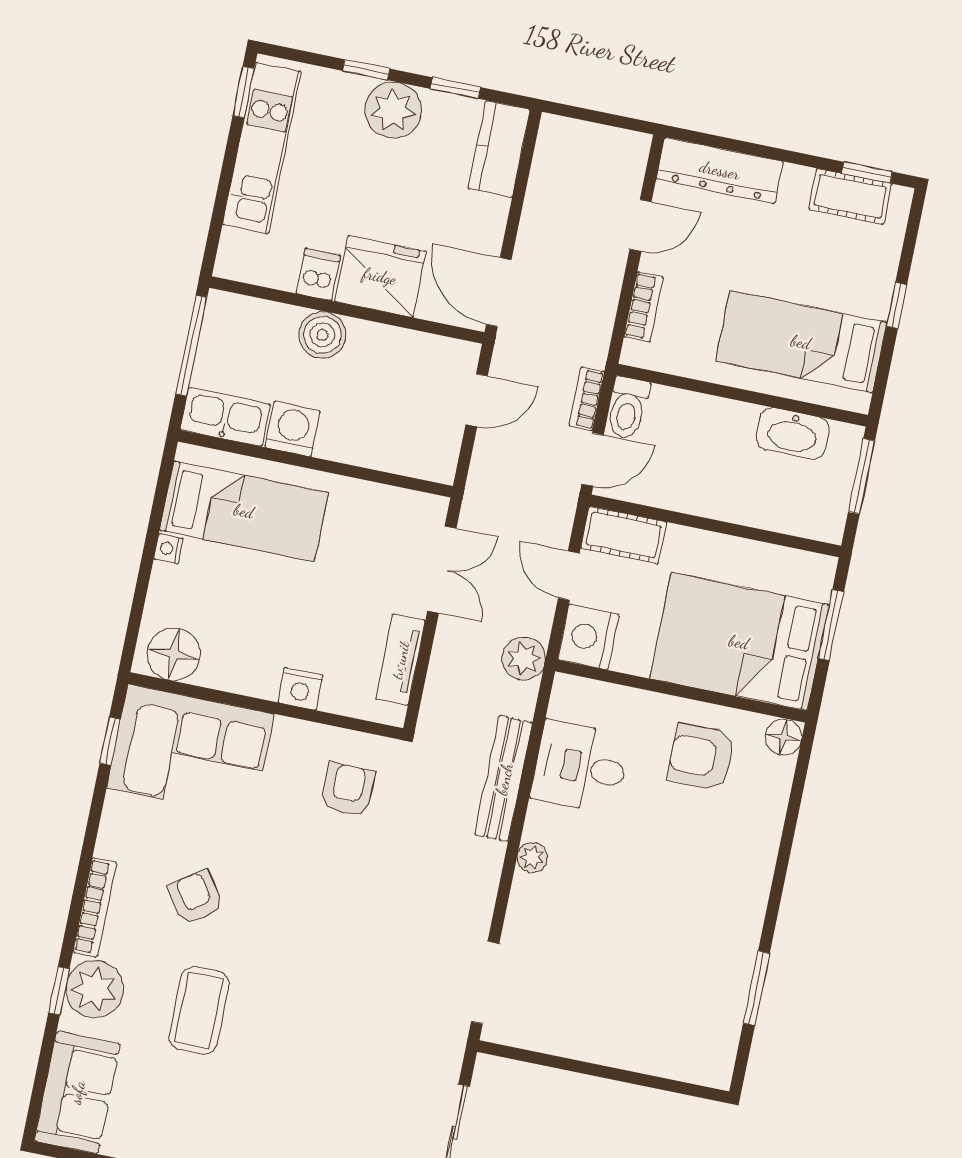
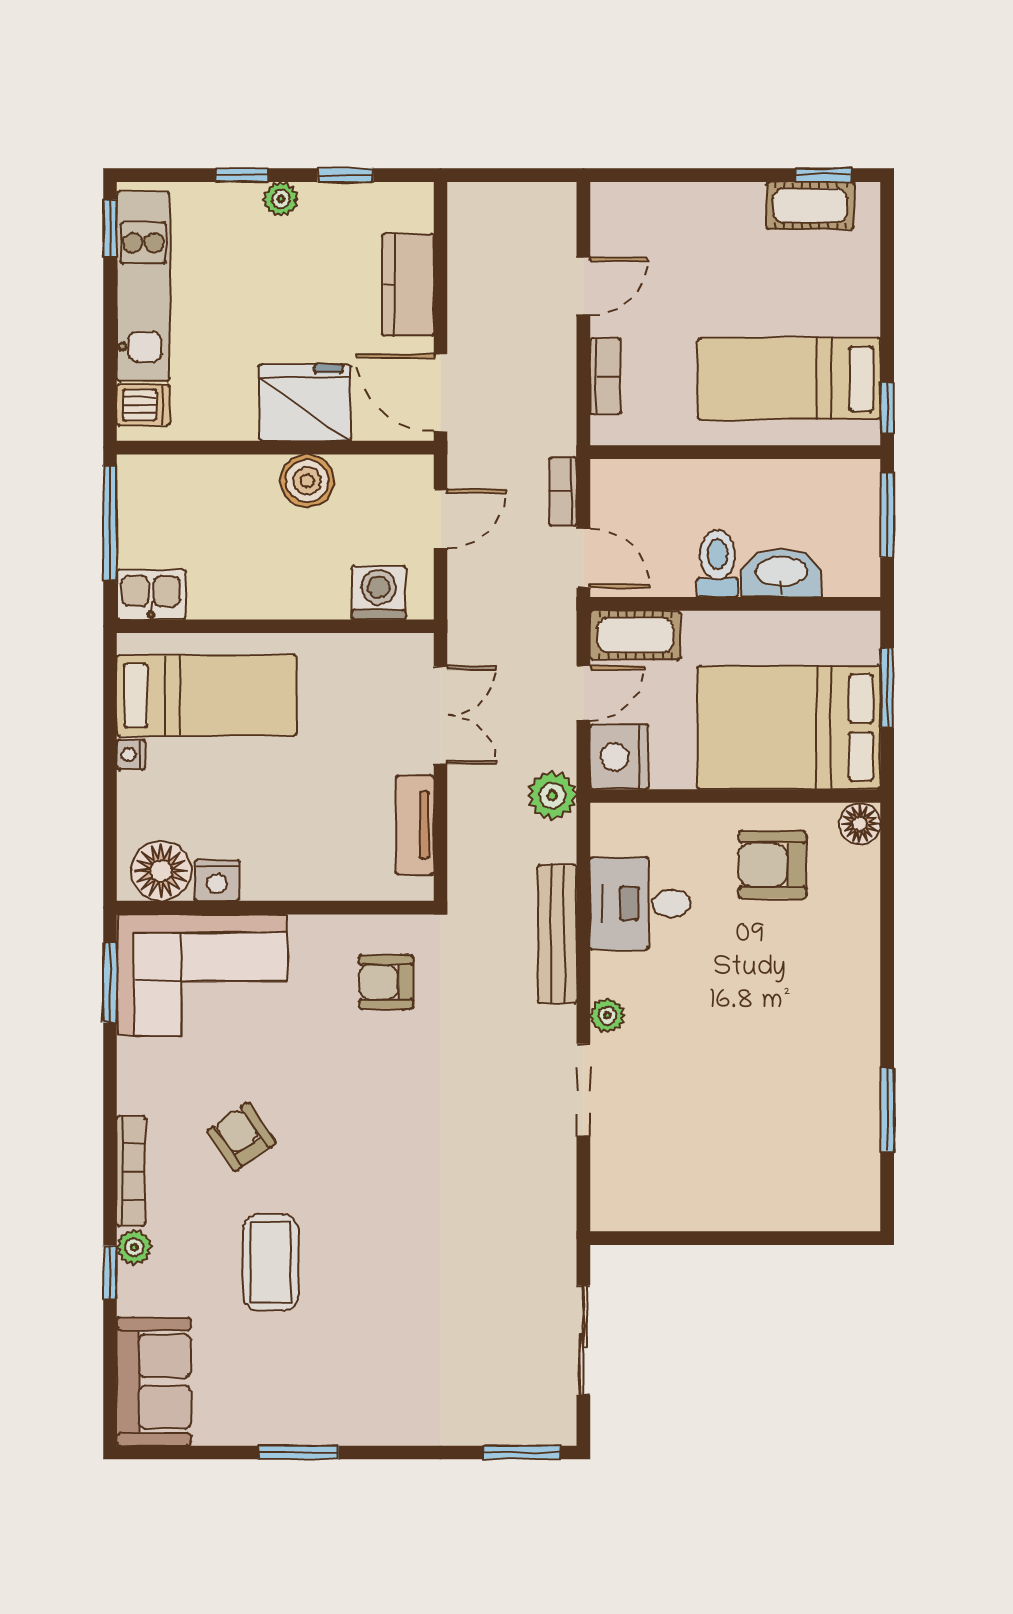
plant: (393, 110) -> (281, 199), width x0.53, depth x0.53
kitchen counter: (499, 149) -> (408, 285), moved
dresser: (720, 170) -> (659, 206), removed
dishwasher: (318, 274) -> (143, 405), moved, turned 90
window: (897, 306) -> (887, 408), moved
boiler: (323, 335) -> (307, 481), moved
toilet: (628, 408) -> (717, 563), moved, turned 180
kitchen sink: (225, 417) -> (151, 595), width x0.73
washing machine: (293, 429) -> (379, 593), moved
washbasin: (793, 434) -> (781, 573), moved, turned 180
door: (593, 460) -> (583, 558), hinge flipped
door: (569, 576) -> (583, 693), swing flipped
nightstand: (300, 689) -> (217, 880), moved
window: (110, 741) -> (110, 983), width x1.50
armchair: (348, 790) -> (386, 982), turned -90
doorway: (485, 983) -> (583, 1090), moved
plant: (95, 989) -> (134, 1247), width x0.53, depth x0.53

